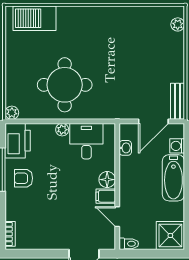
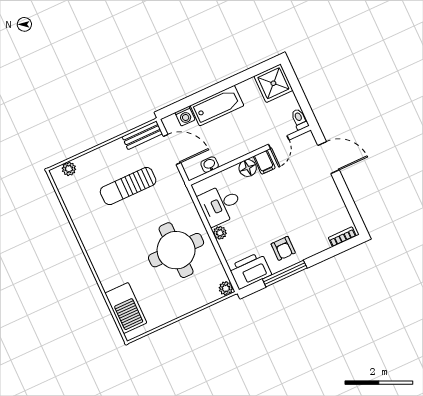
sun lounger: (139, 69) -> (128, 186), added

